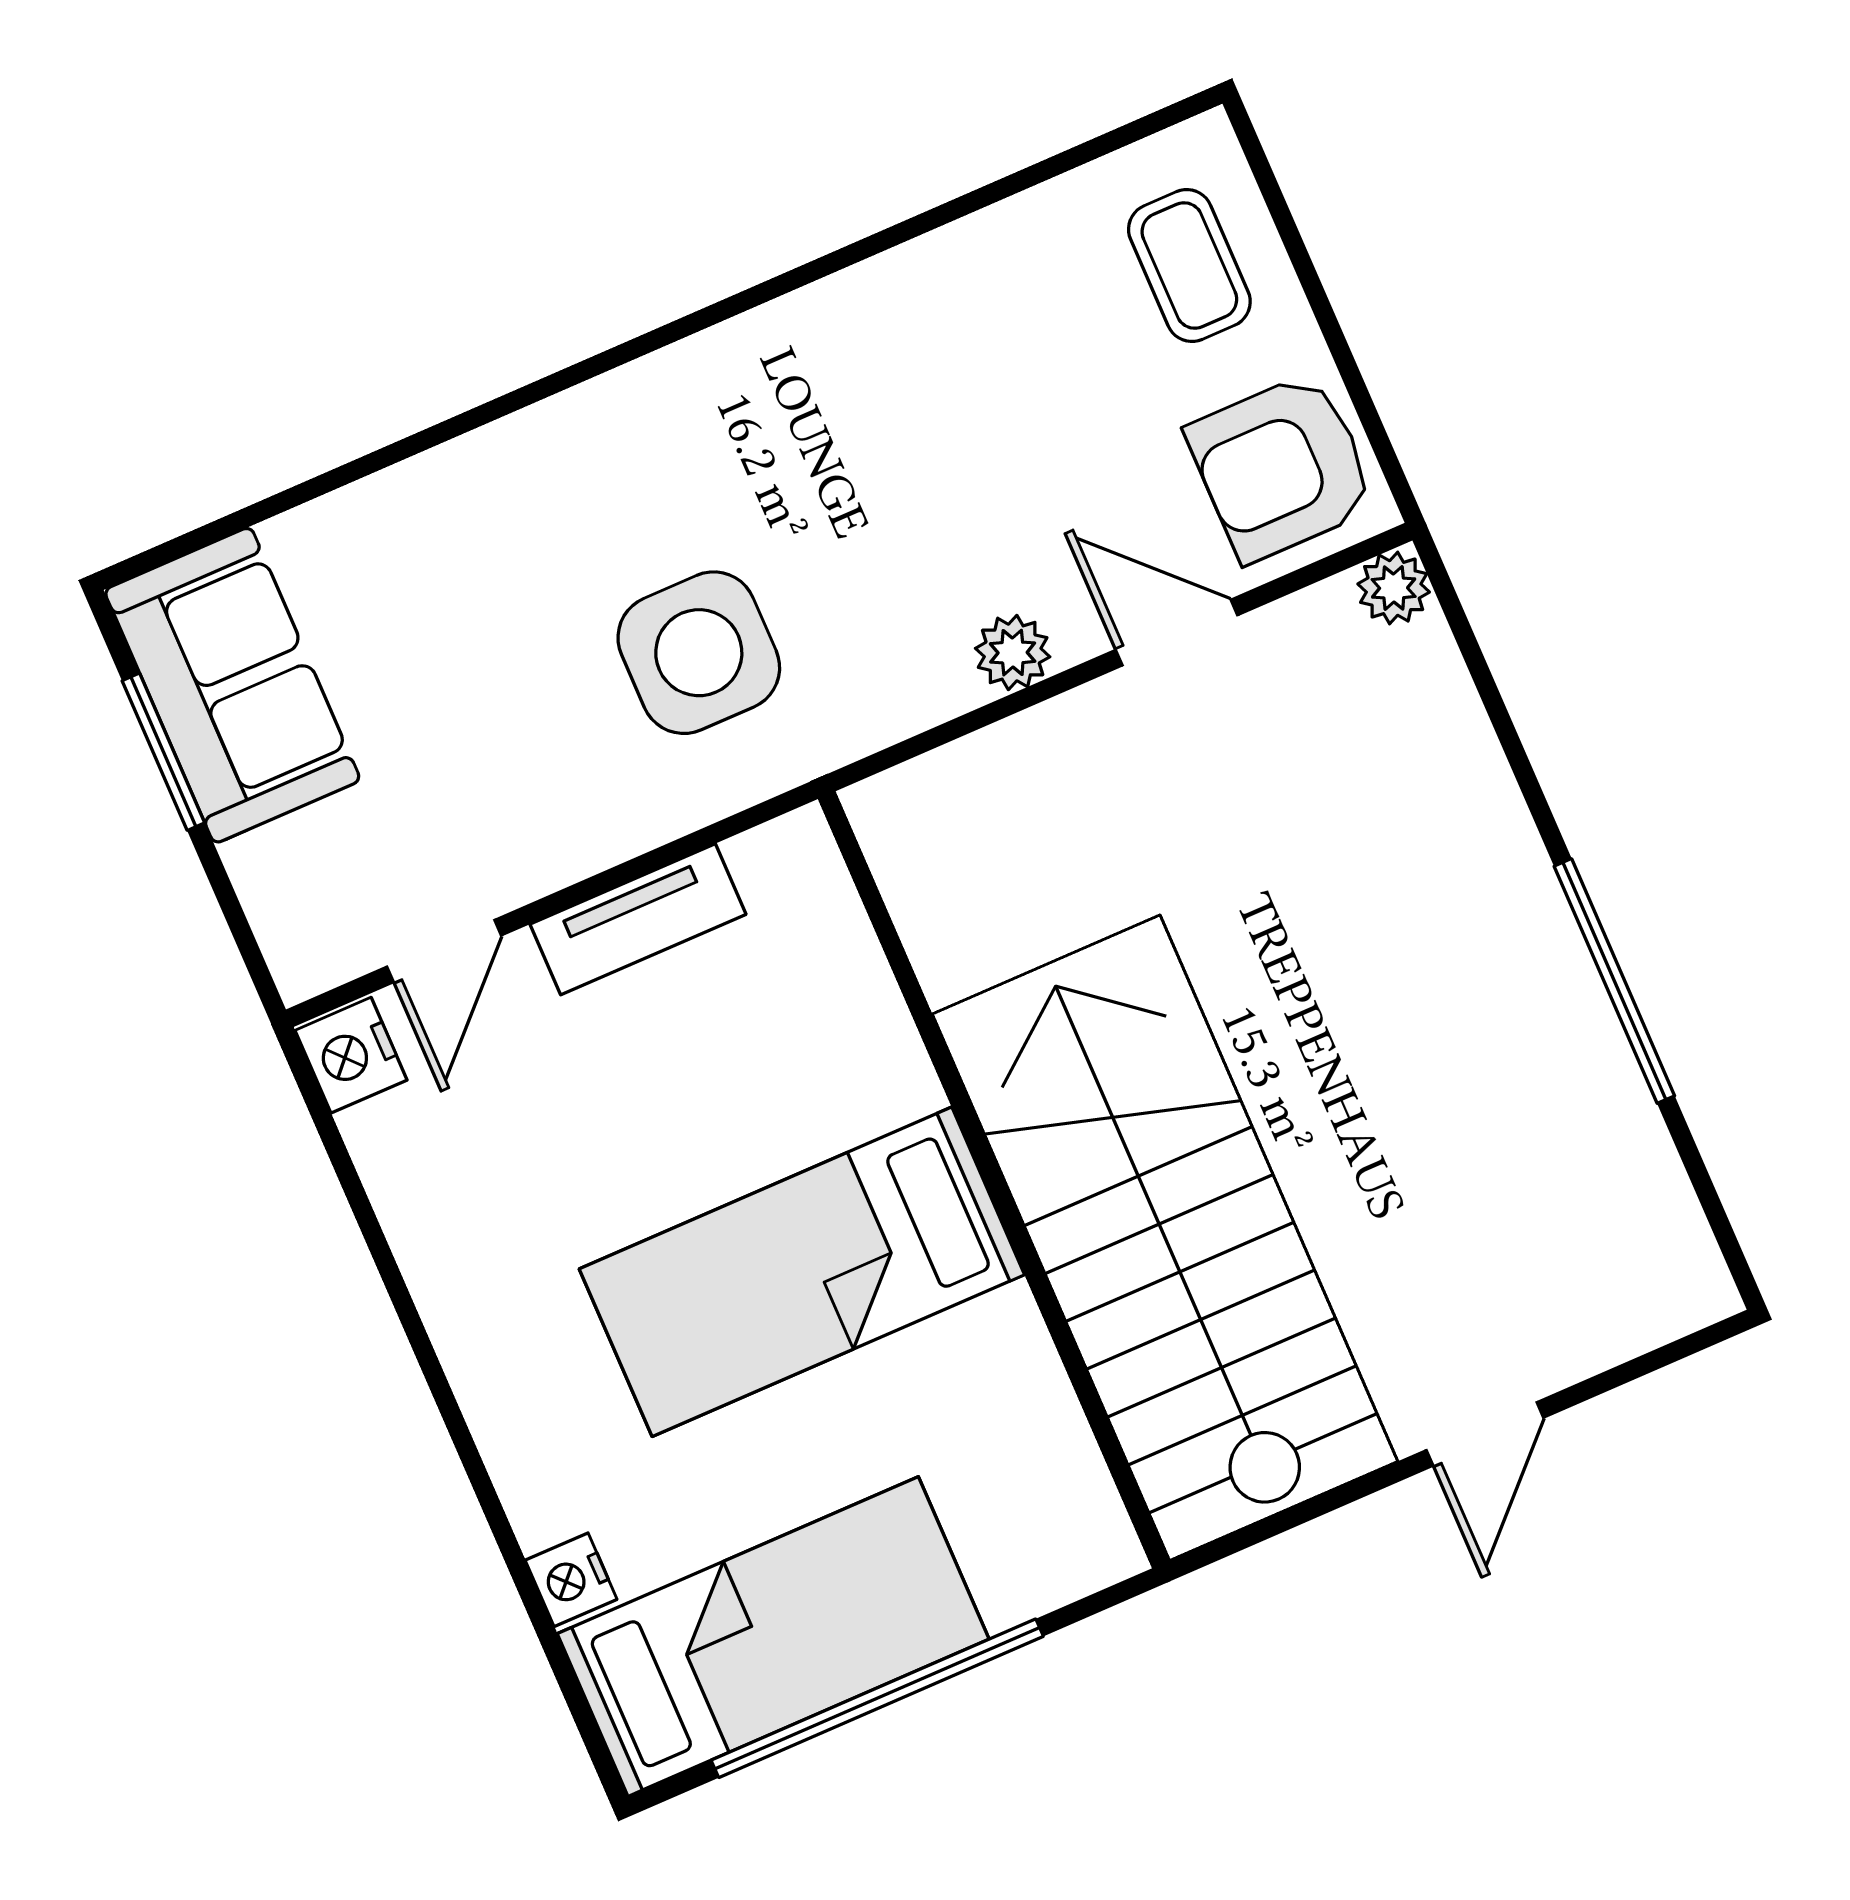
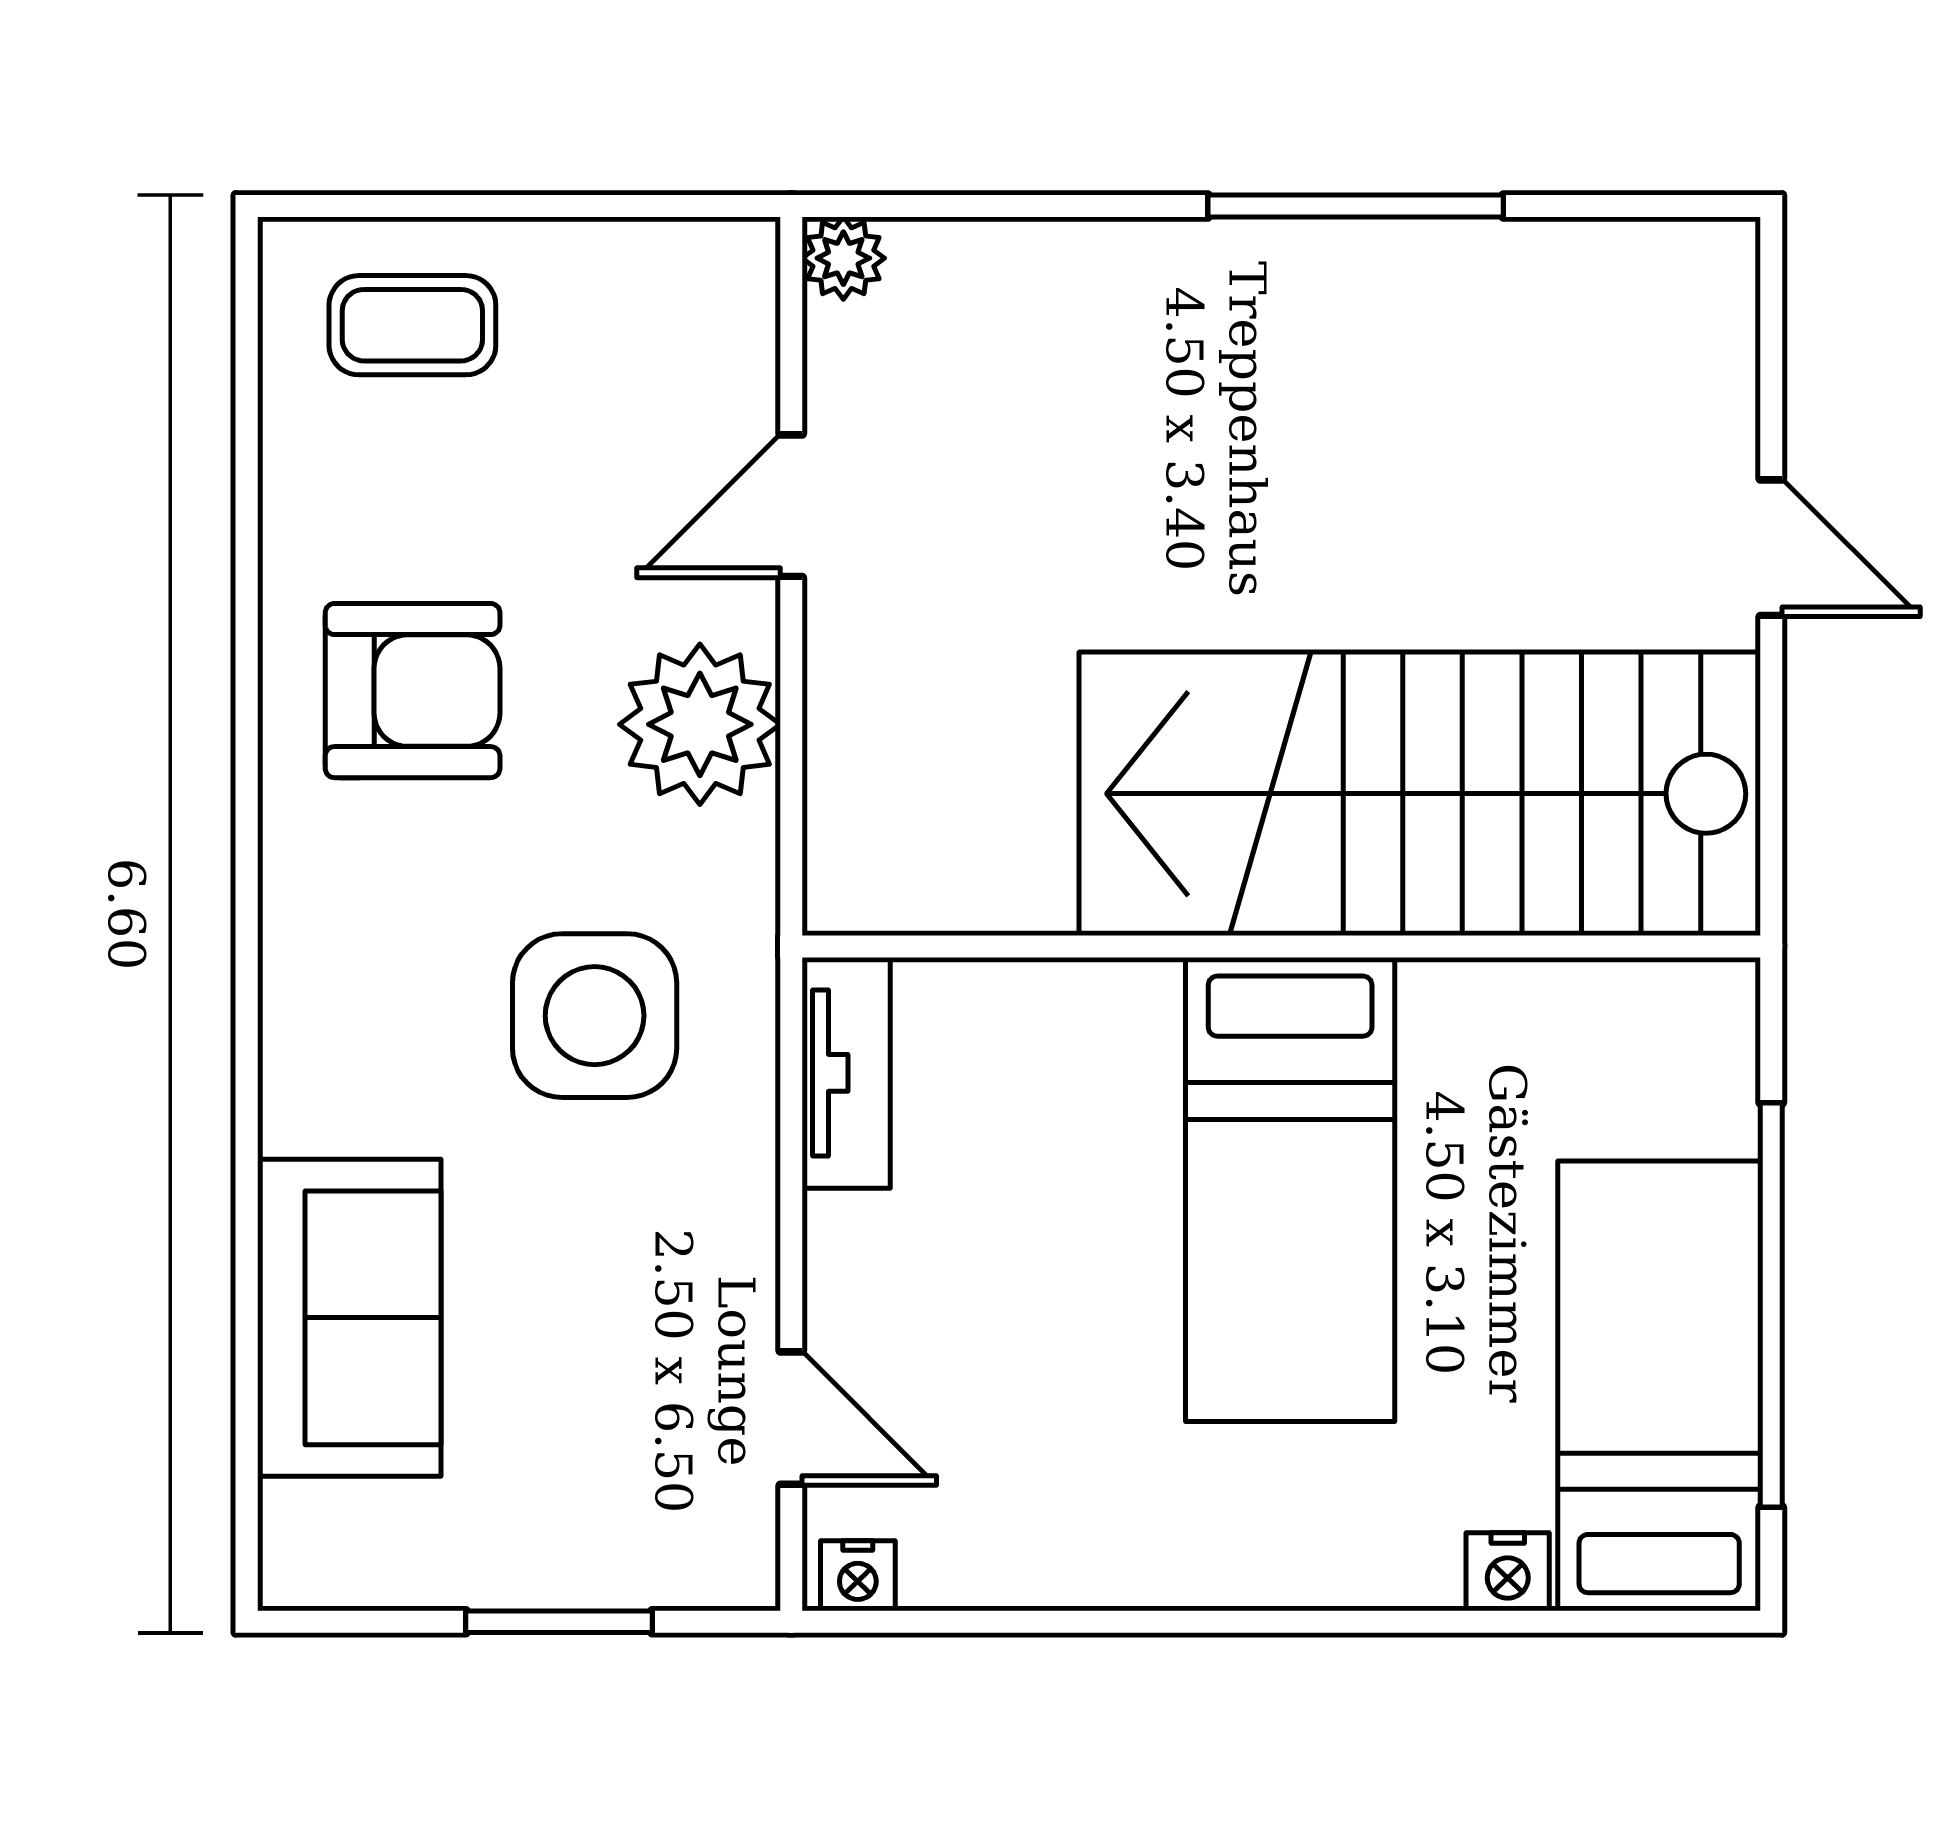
armchair: (1282, 467) -> (413, 691), moved, turned -90
plant: (1013, 653) -> (700, 724), width x1.88, depth x1.88
sofa: (232, 685) -> (349, 1318), moved, turned 90
window: (163, 752) -> (559, 1622), moved
tv unit: (638, 919) -> (846, 1073), moved
nightstand: (351, 1055) -> (858, 1576), width x0.72, depth x0.74

